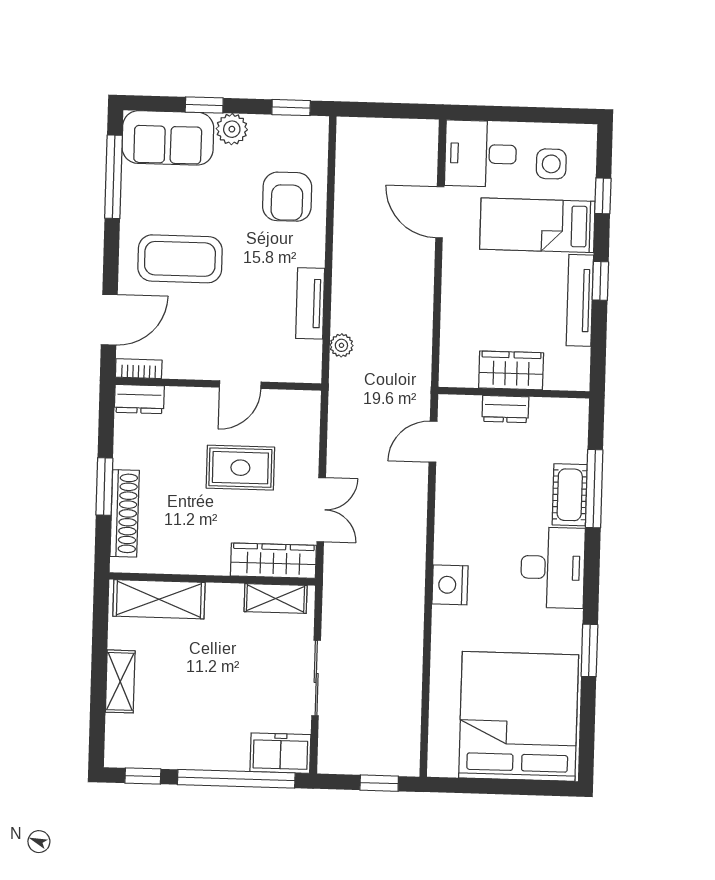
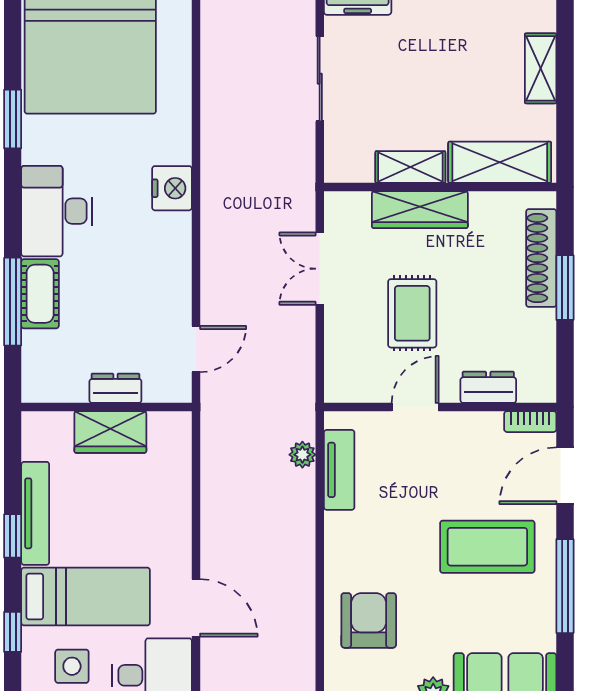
window: (114, 177) -> (565, 586), moved
tv unit: (310, 303) -> (339, 470), moved
dresser: (139, 399) -> (488, 387), moved
rug: (240, 468) -> (412, 313), turned 90
wardrobe: (273, 561) -> (420, 210), moved
shelving: (276, 598) -> (410, 167), moved

